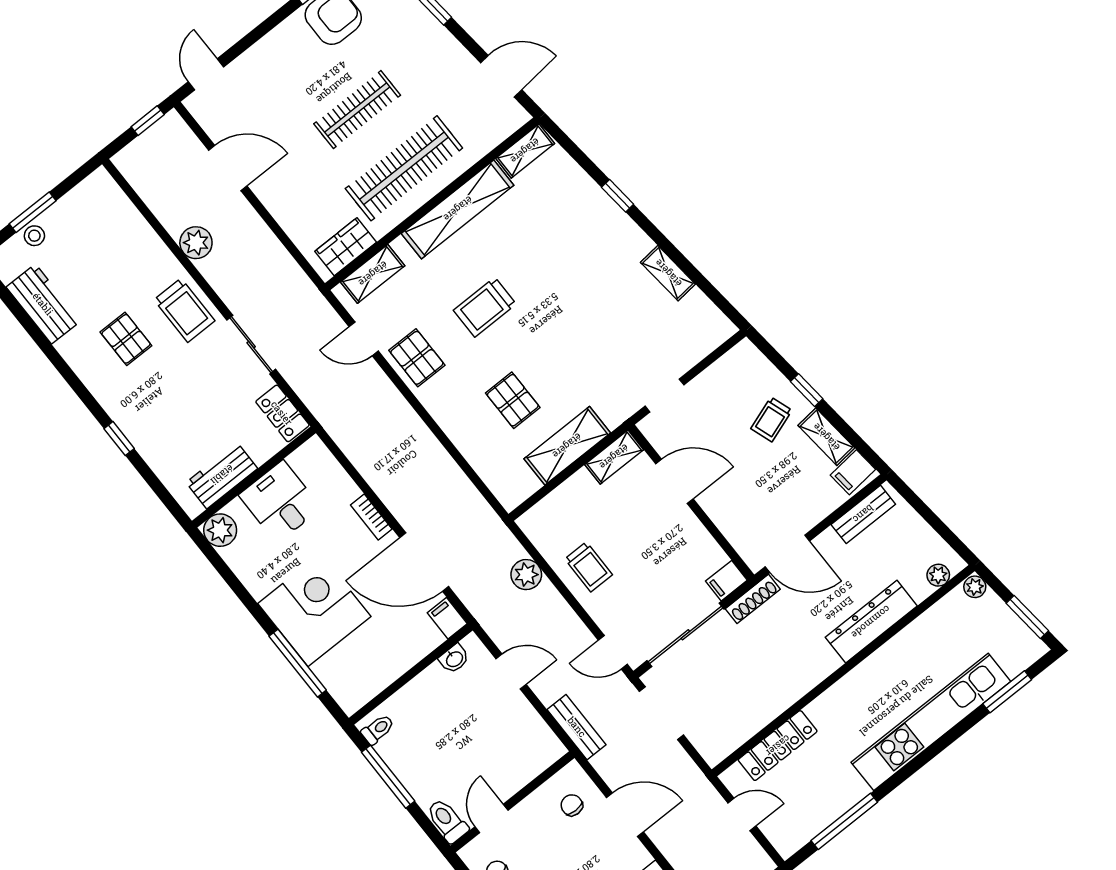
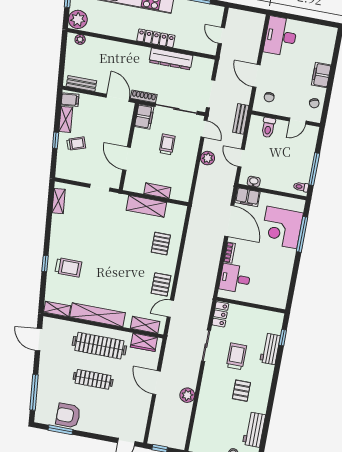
door: (228, 168) -> (156, 383), moved
shelving: (668, 273) -> (59, 201), moved
trolley: (485, 307) -> (68, 267), moved
trolley: (184, 310) -> (236, 356), moved
door: (364, 339) -> (170, 309), swing flipped
pallet: (513, 400) -> (161, 244), moved
window: (119, 439) -> (283, 338), moved
shelving: (614, 457) -> (157, 191), moved
workbench: (222, 475) -> (270, 349), moved, turned 90
desk: (280, 502) -> (235, 279), moved, turned 90
plant: (220, 530) -> (279, 301), removed
trolley: (589, 567) -> (167, 144), moved
plant: (526, 575) -> (208, 158), moved
filing cabinet: (726, 581) -> (144, 117), width x2.00
plant: (975, 587) -> (78, 19), width x1.88, depth x1.88
corner desk: (314, 610) -> (282, 227), moved
filing cabinet: (447, 618) -> (247, 197), width x2.00
dresser: (871, 622) -> (171, 59), moved
locker: (778, 746) -> (156, 38), moved
toilet: (447, 821) -> (268, 127), moved

